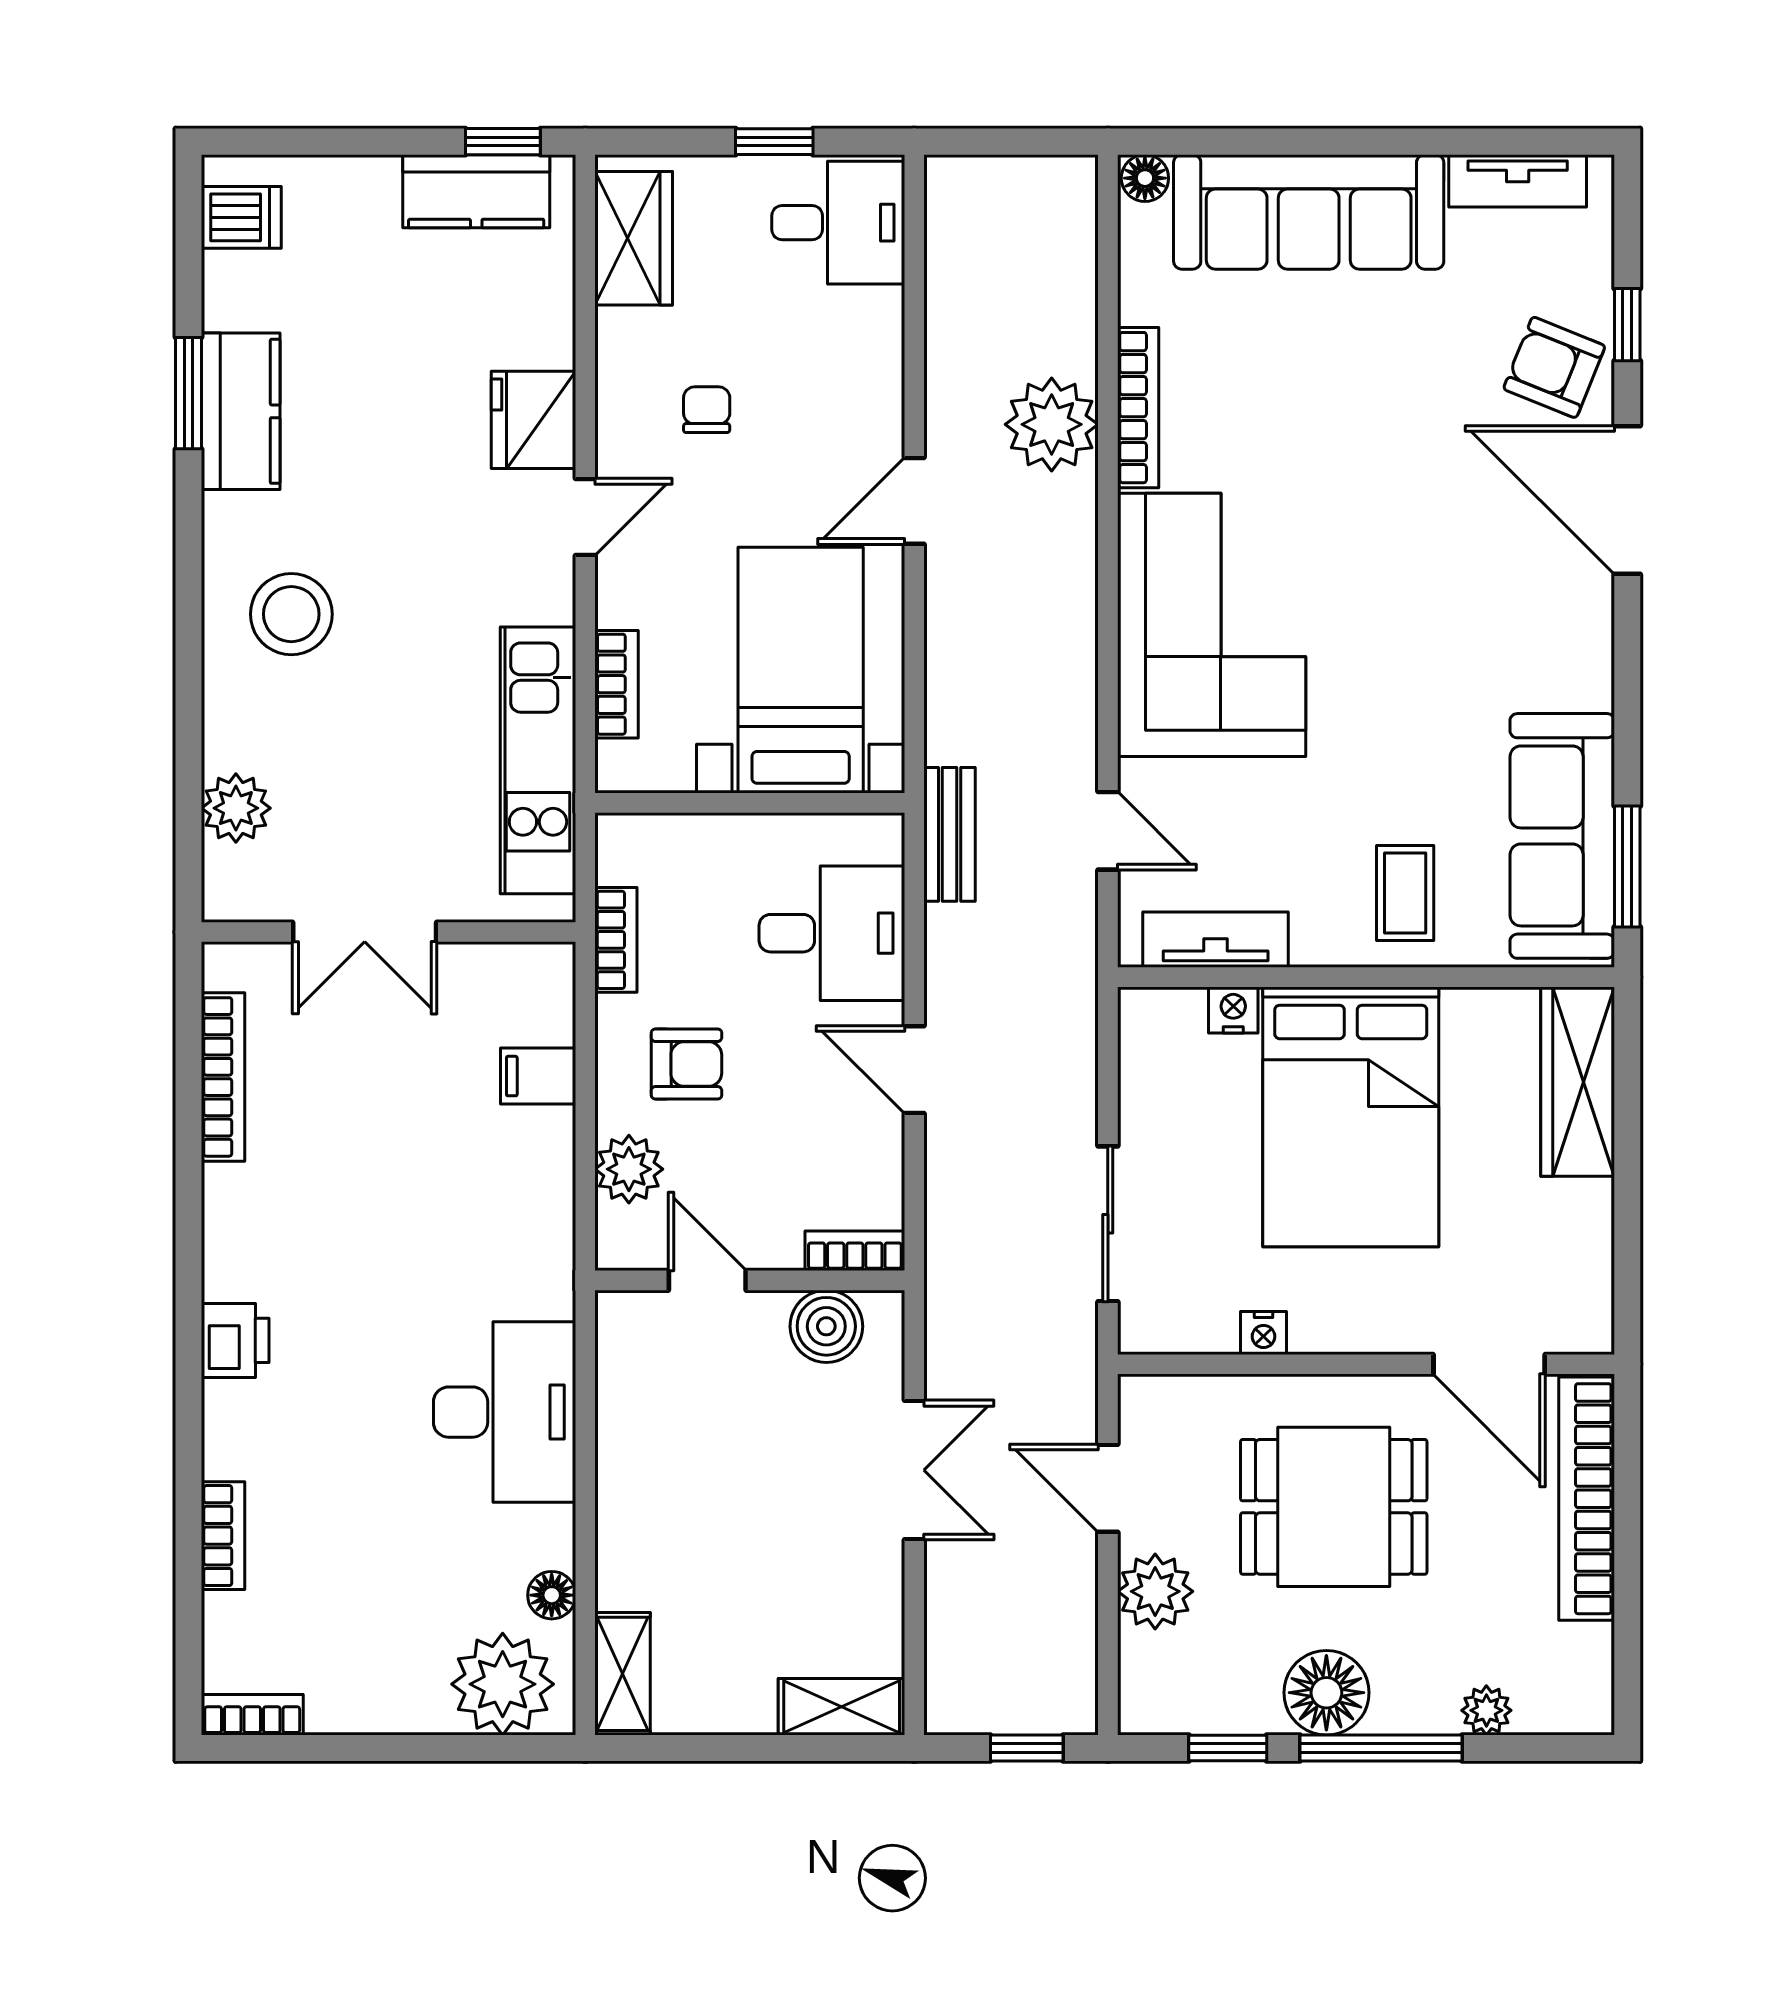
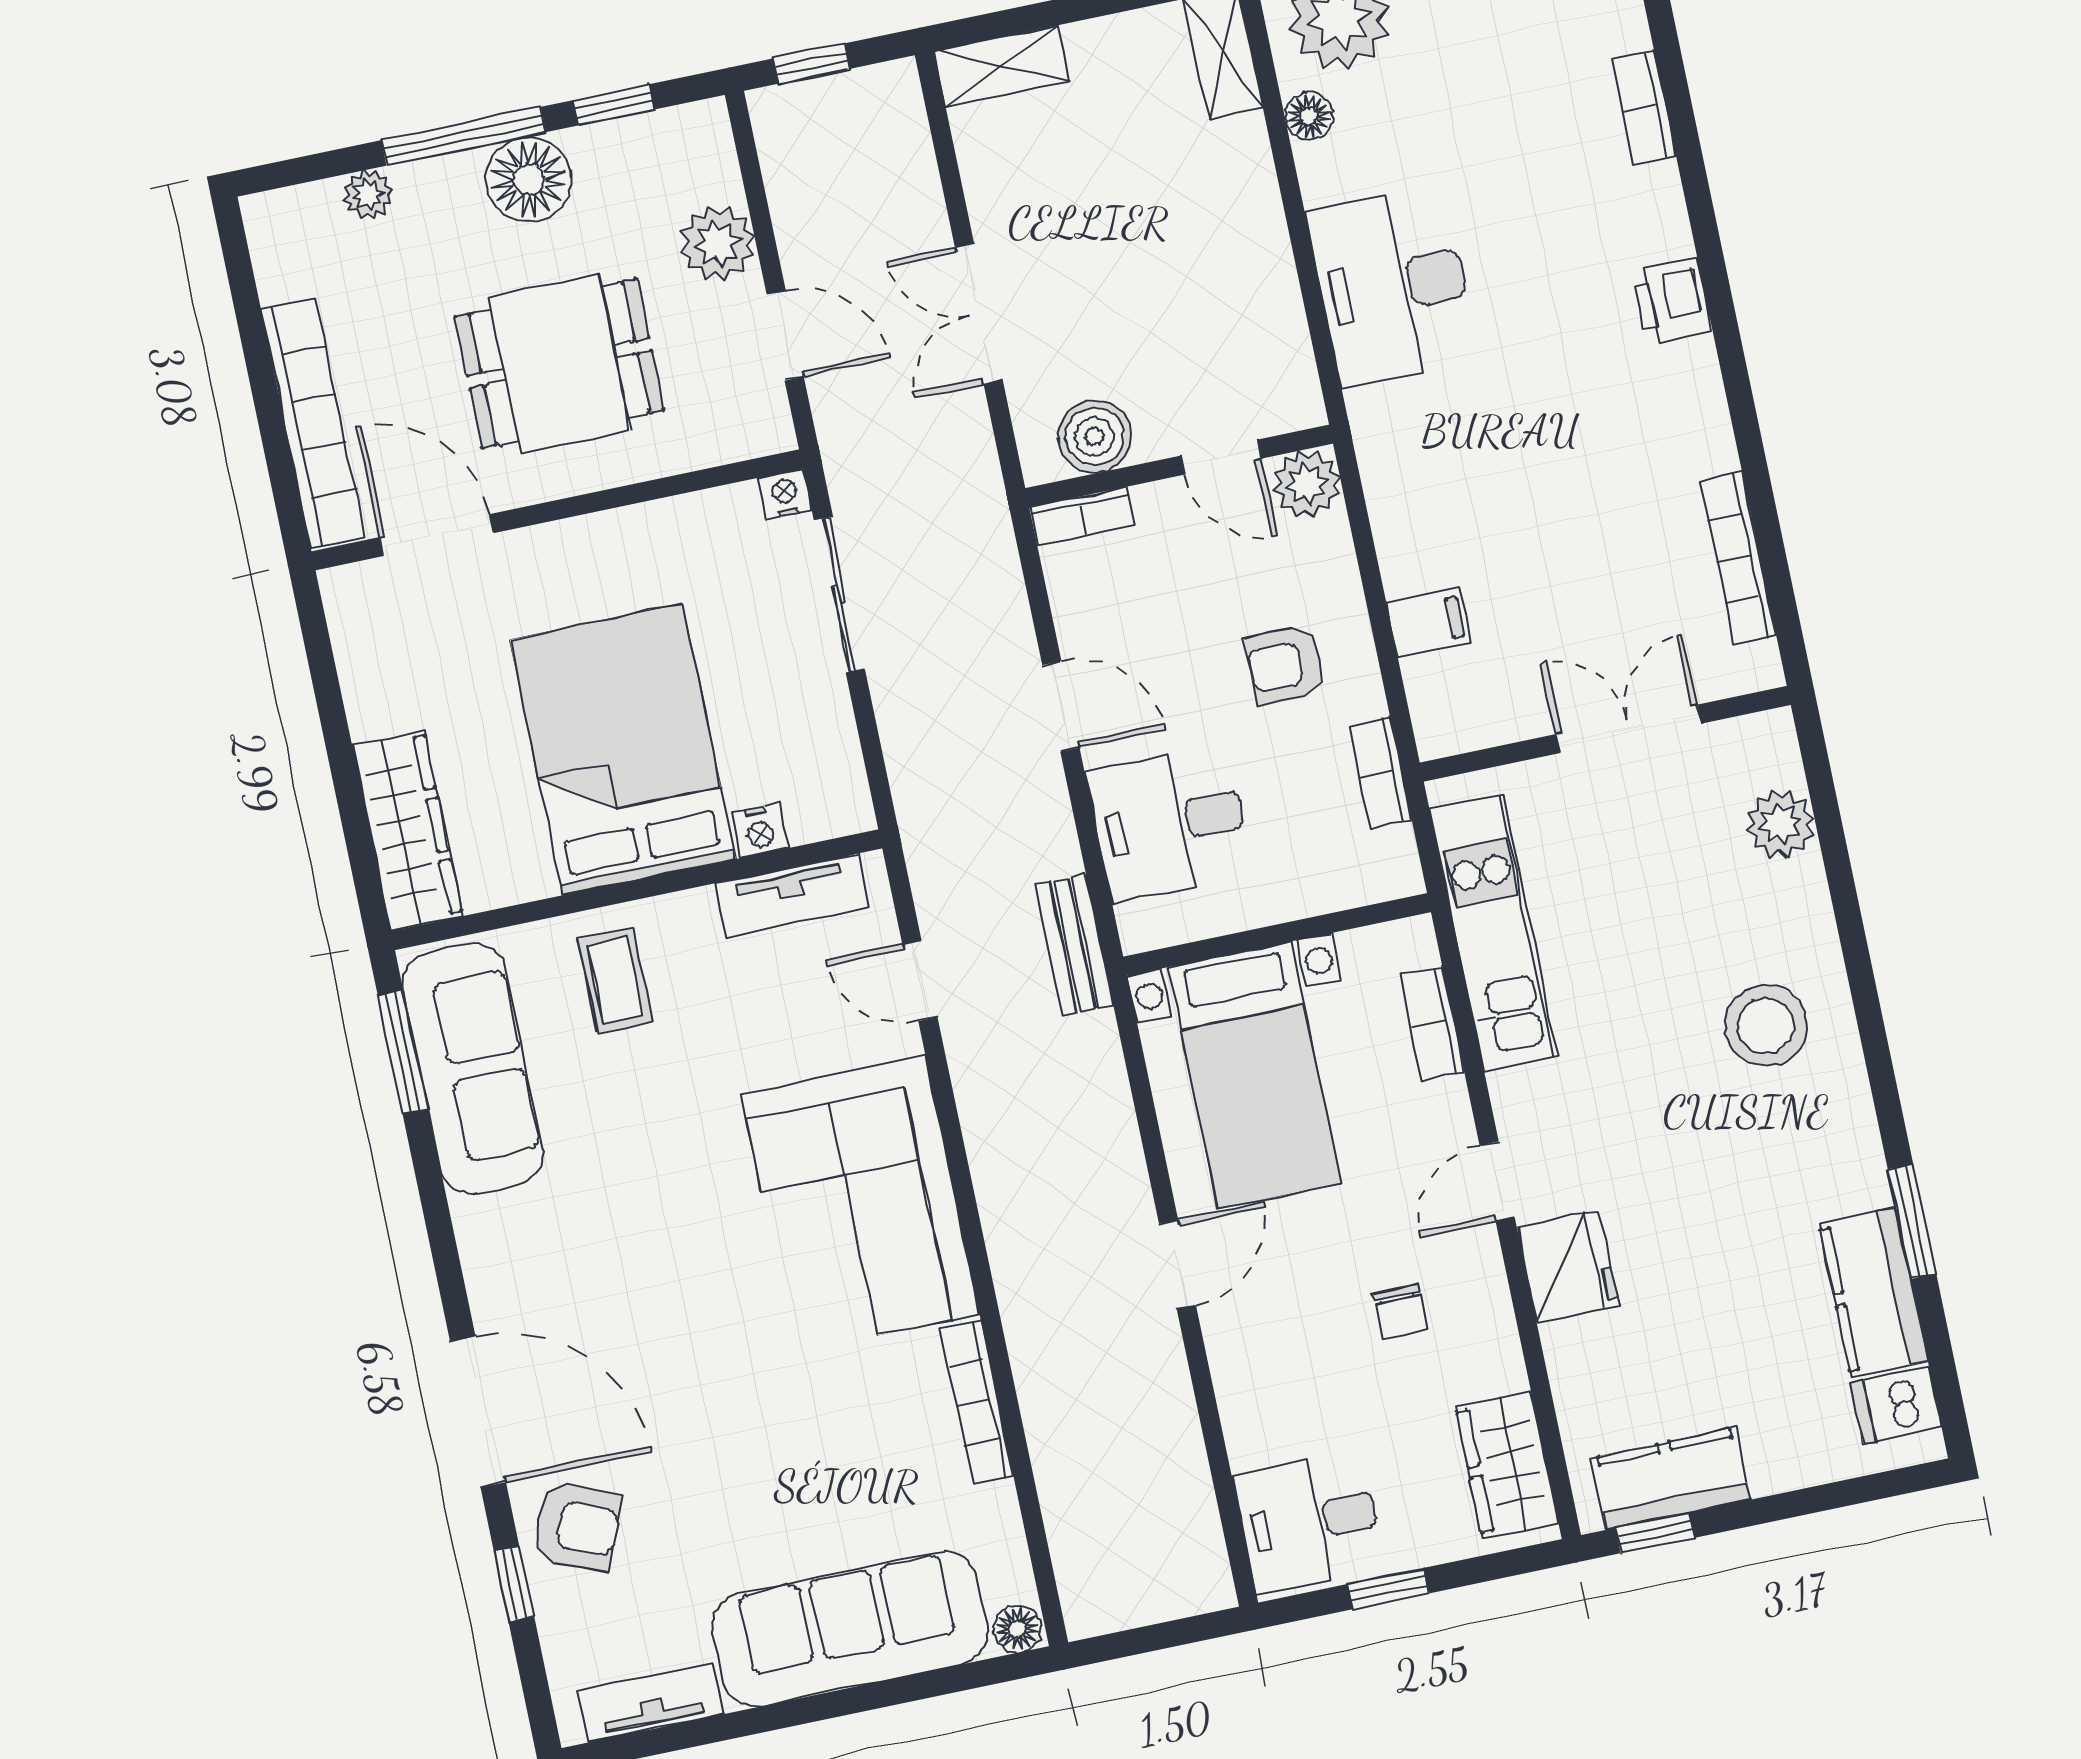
kitchen counter: (241, 411) -> (1873, 1292), moved
plant: (1052, 424) -> (1058, 1368), removed
plant: (629, 1169) -> (1307, 484), moved
nightstand: (1263, 1333) -> (785, 494), moved

